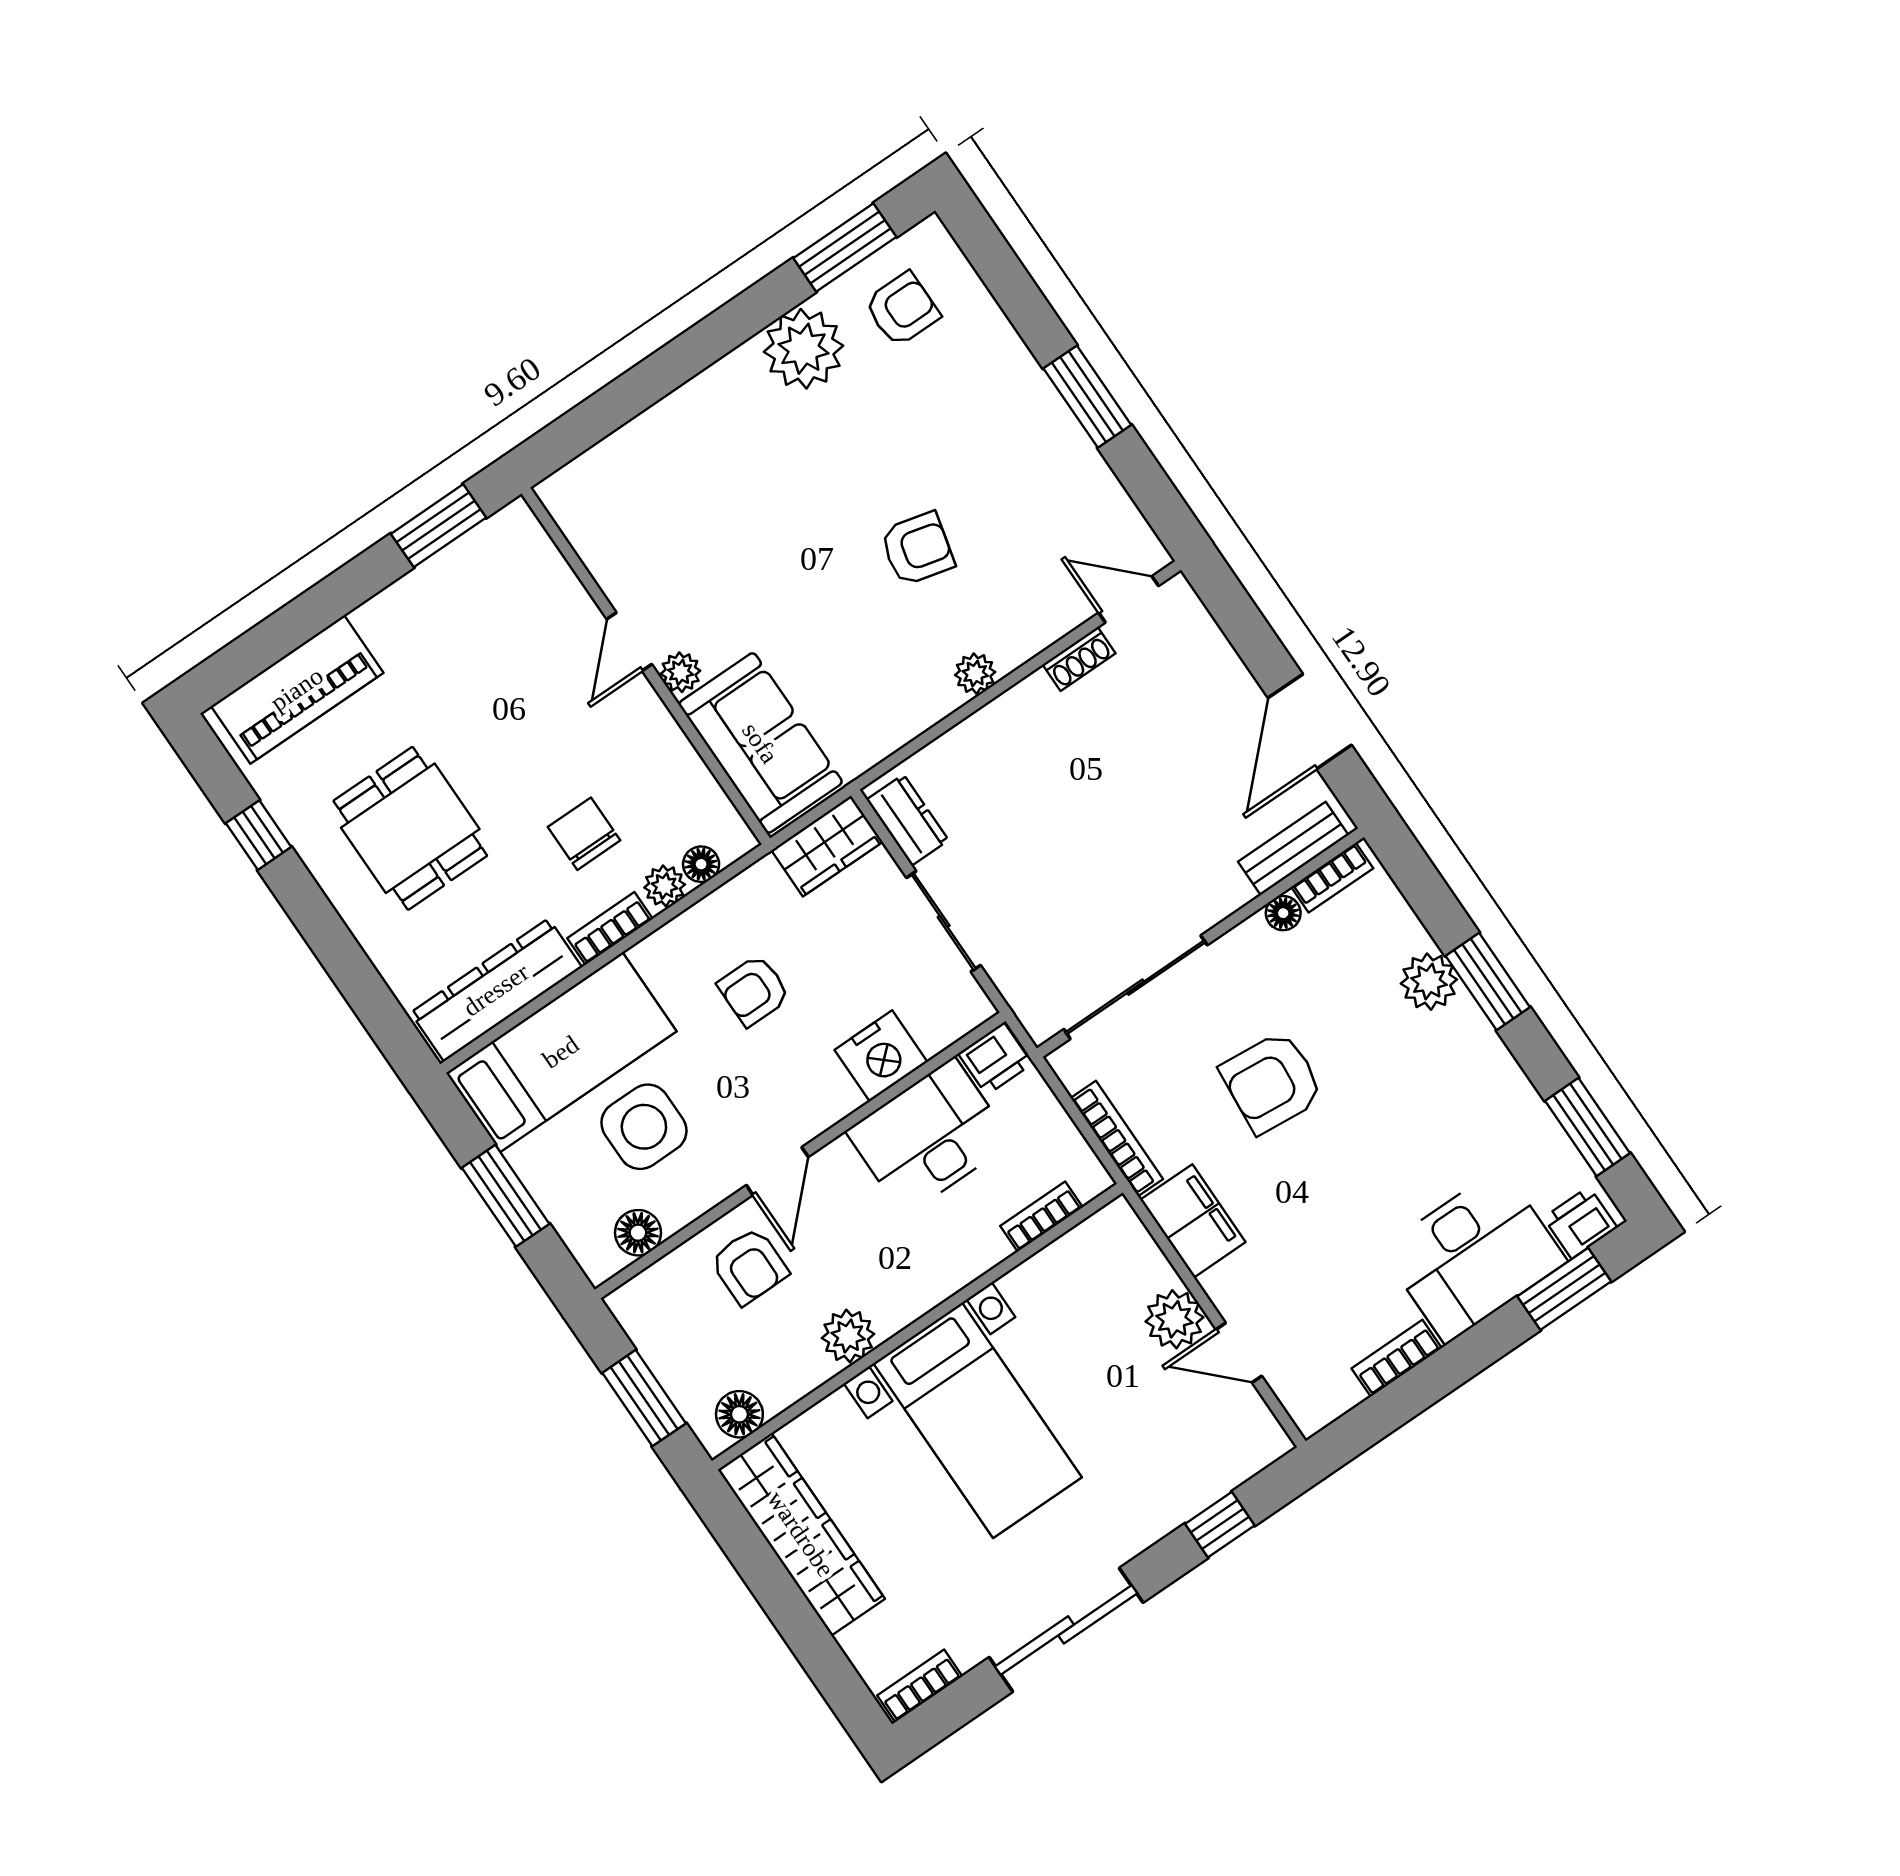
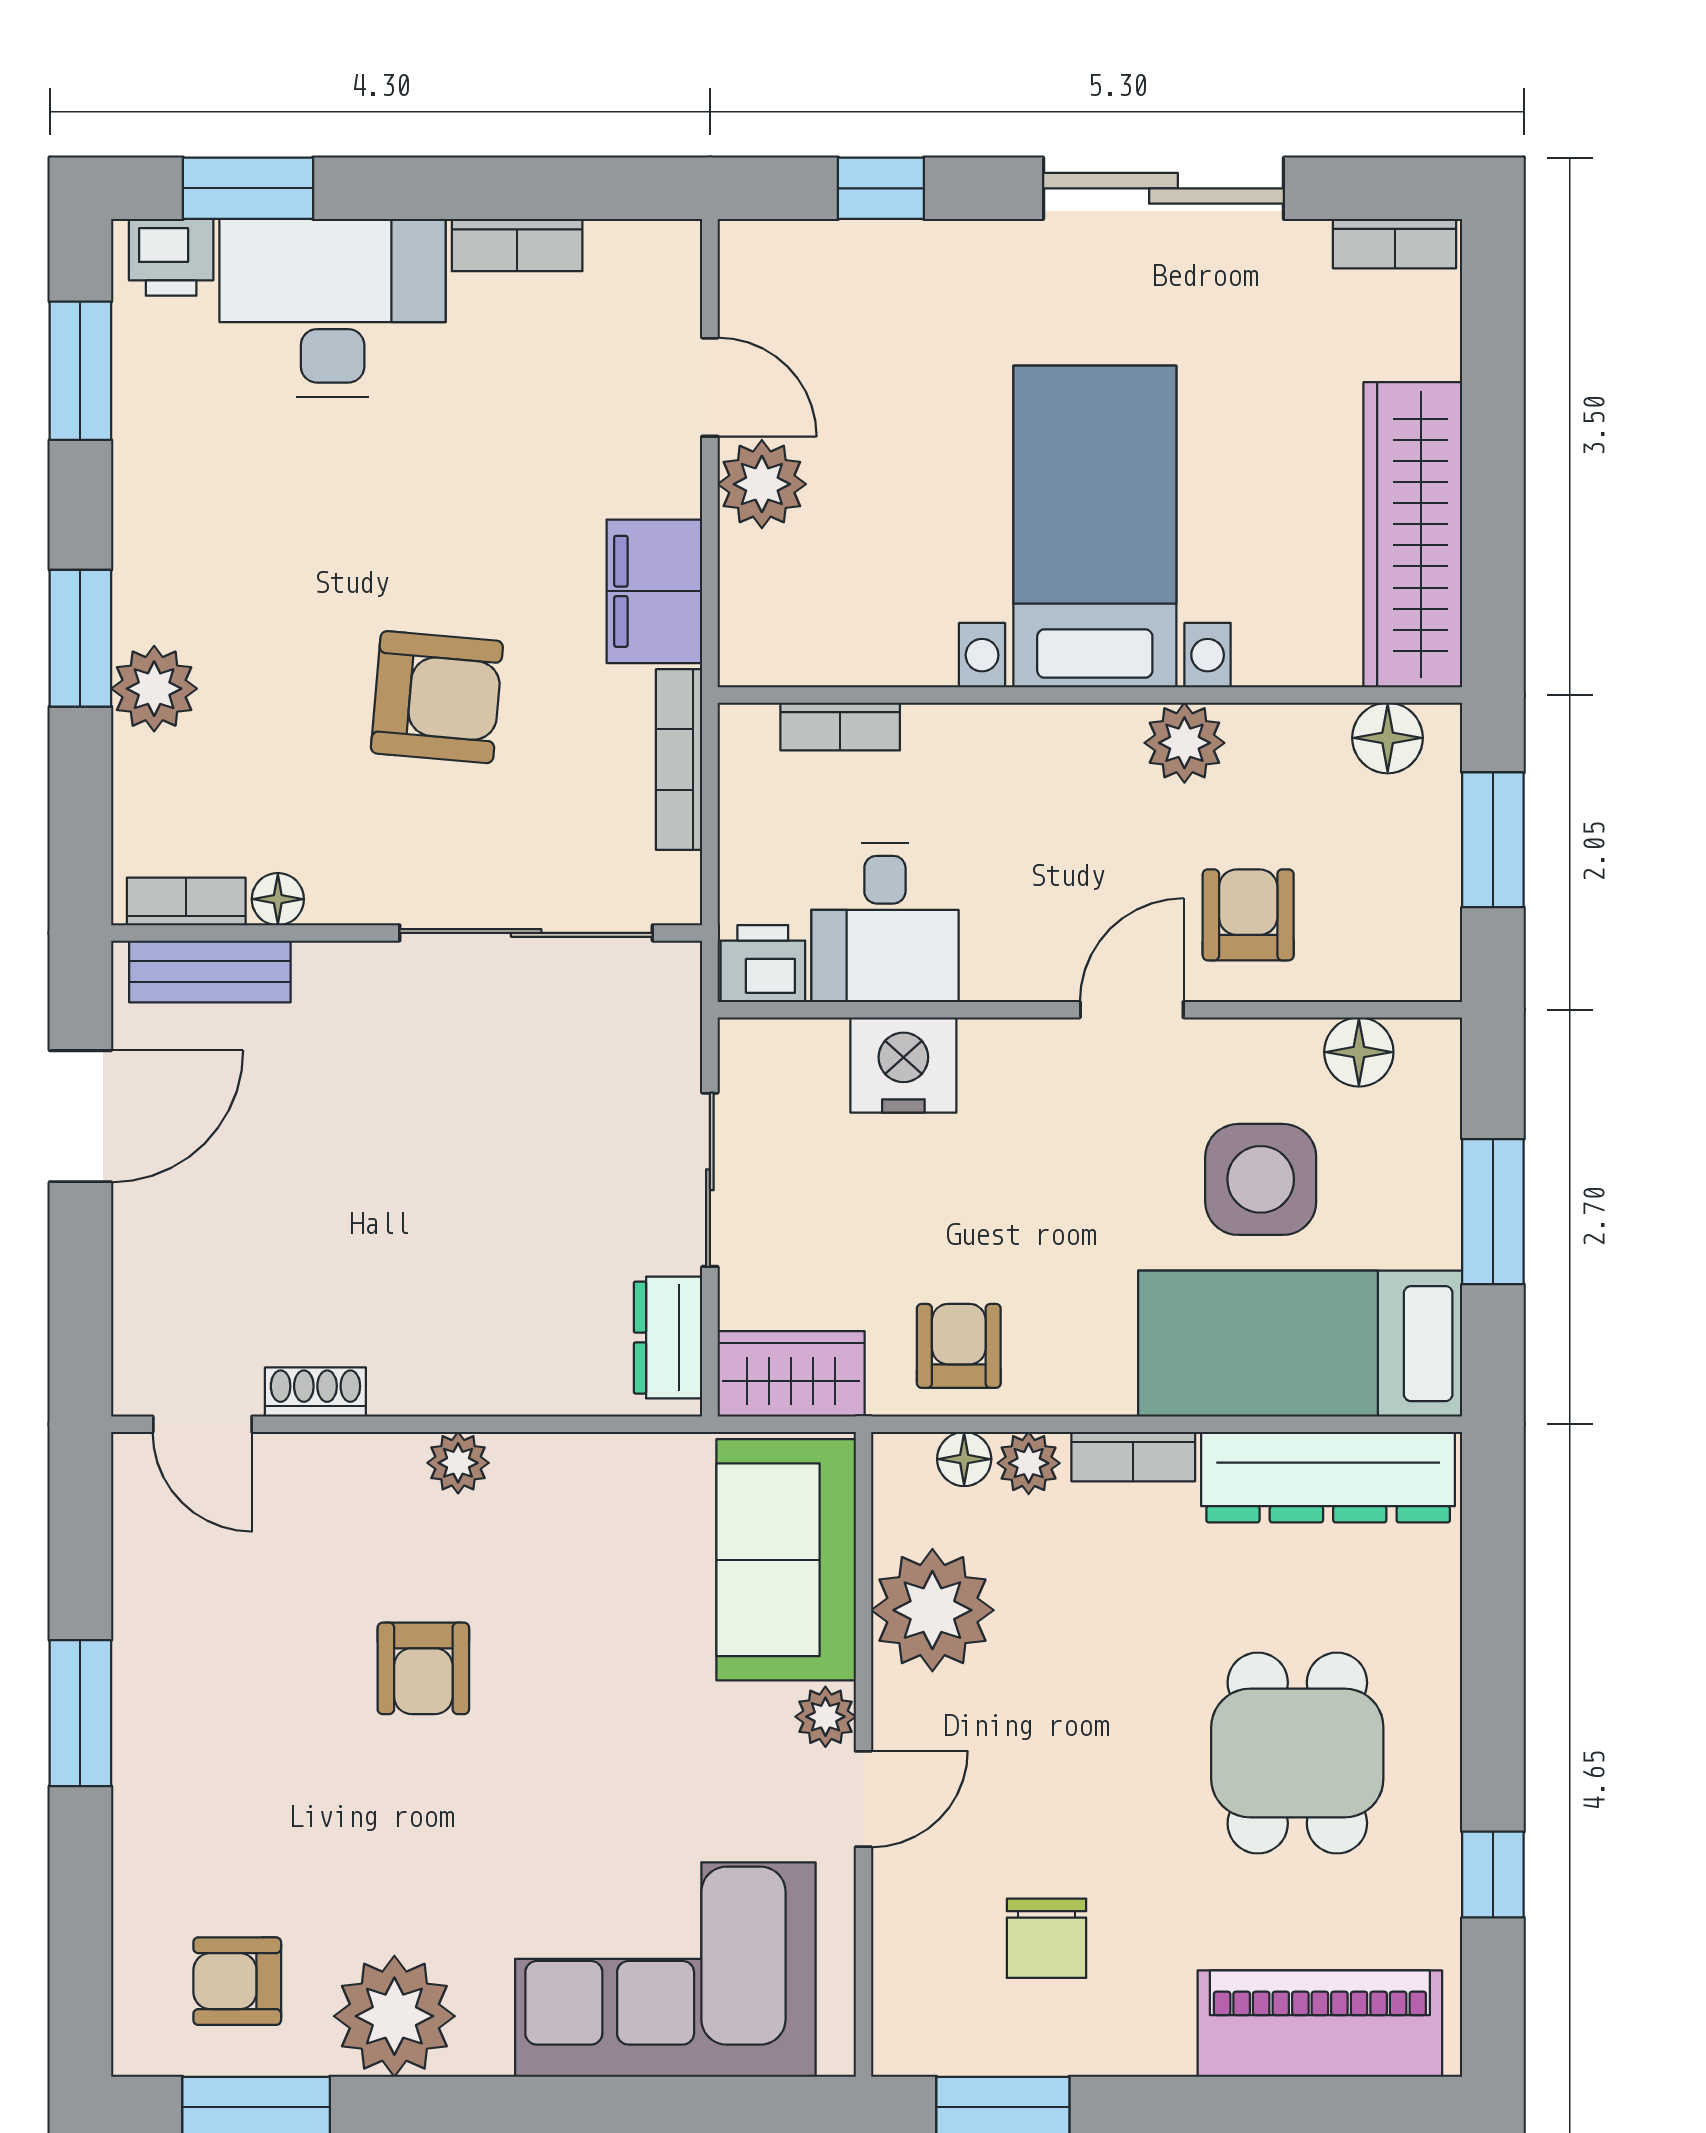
corner sofa: (674, 475) -> (665, 1970), added
armchair: (917, 549) -> (423, 1668), turned -104
plant: (662, 770) -> (932, 1610), added
chair: (584, 834) -> (1047, 1938), moved
armchair: (754, 991) -> (959, 1346), moved, turned -90
desk: (929, 1137) -> (885, 923), width x0.73

